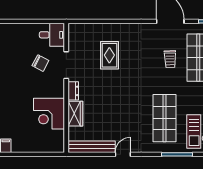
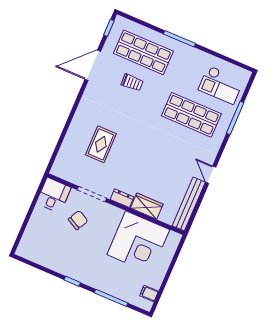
rug: (109, 55) -> (101, 144), turned 90
corner desk: (49, 114) -> (138, 242), width x1.36, depth x1.36

